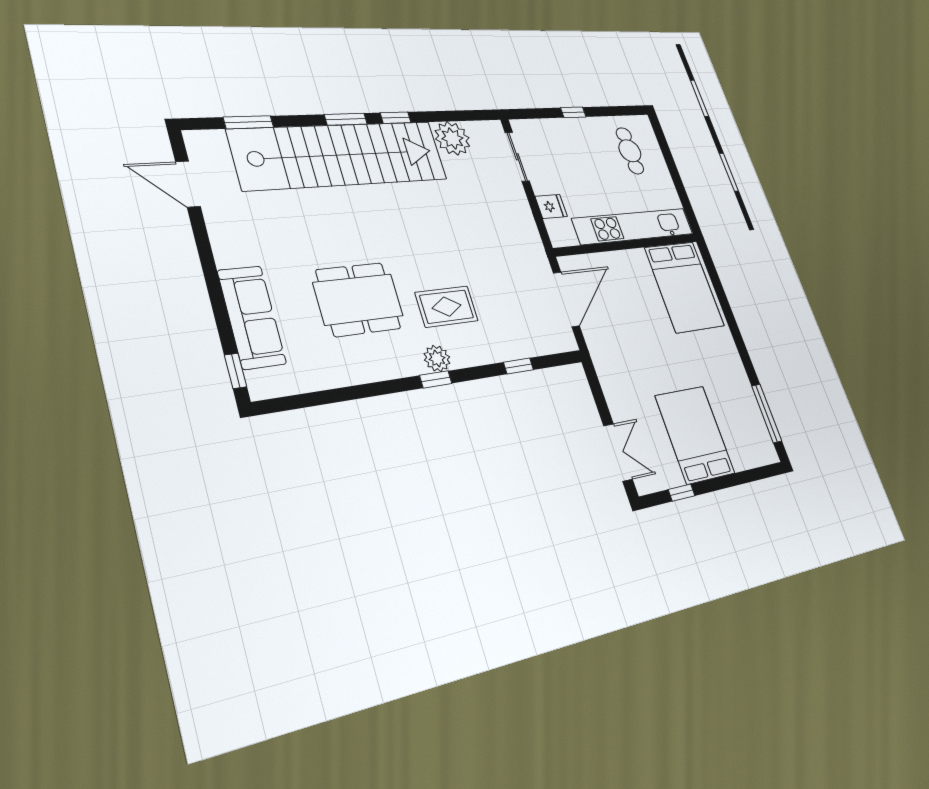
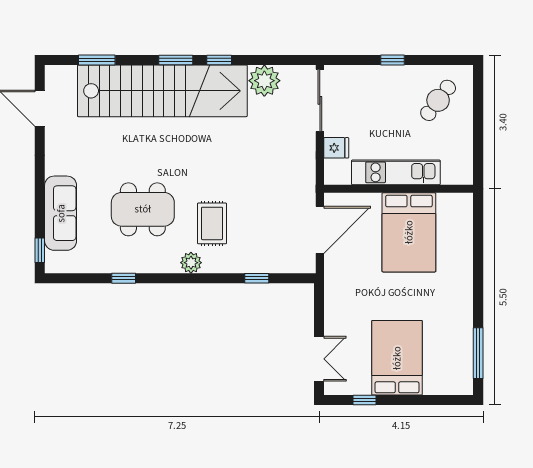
cafe table: (630, 151) -> (438, 100), turned 37
sliding door: (517, 157) -> (320, 100), width x1.37
kitchen unit: (633, 226) -> (396, 172), width x0.73
bed: (684, 287) -> (409, 232), moved
rug: (447, 307) -> (212, 223), turned 90
window: (436, 379) -> (124, 278), moved

